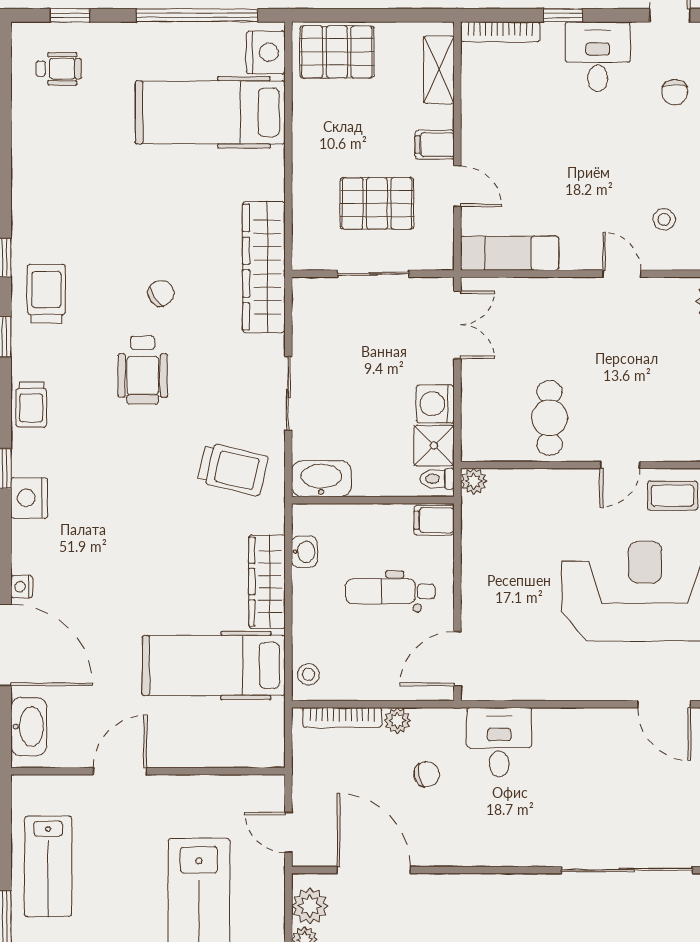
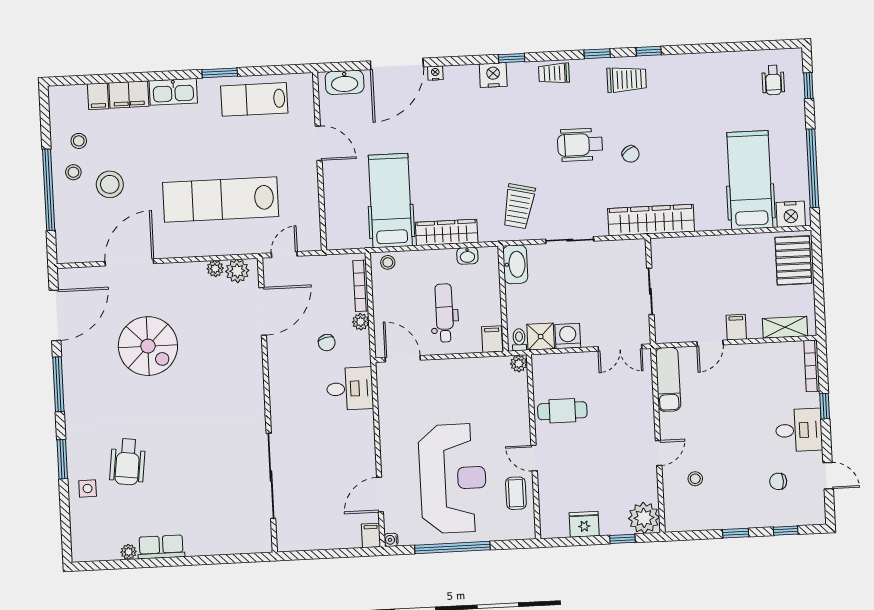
pallet: (377, 203) -> (696, 291), removed

